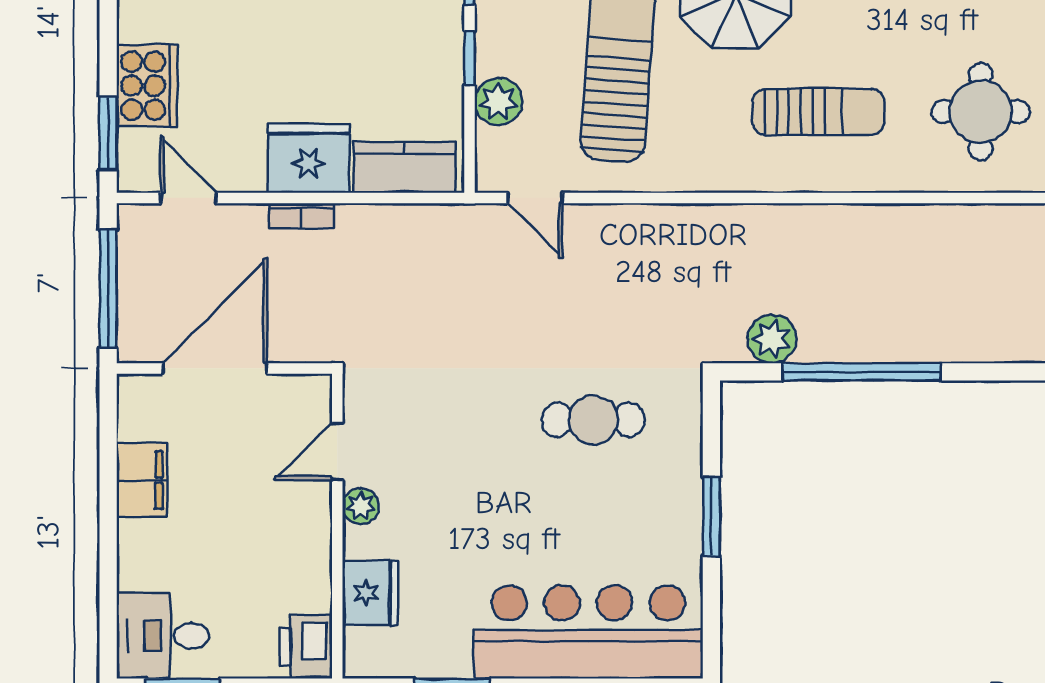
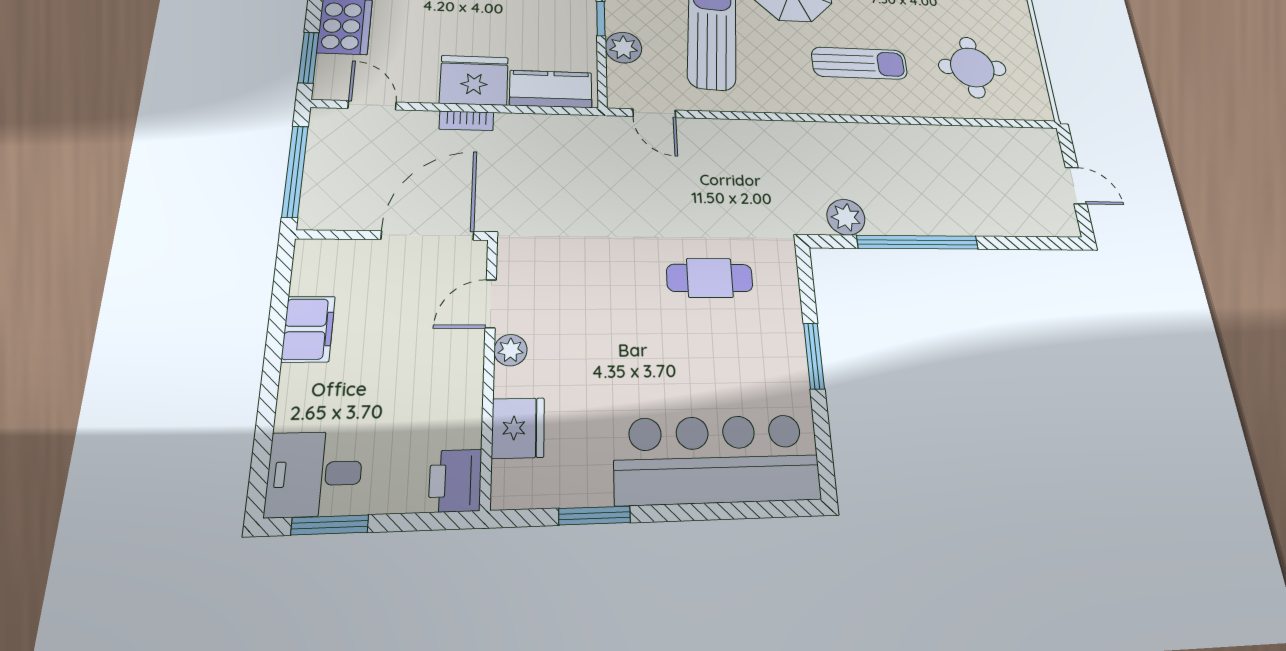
door: (215, 368) -> (428, 236), moved

